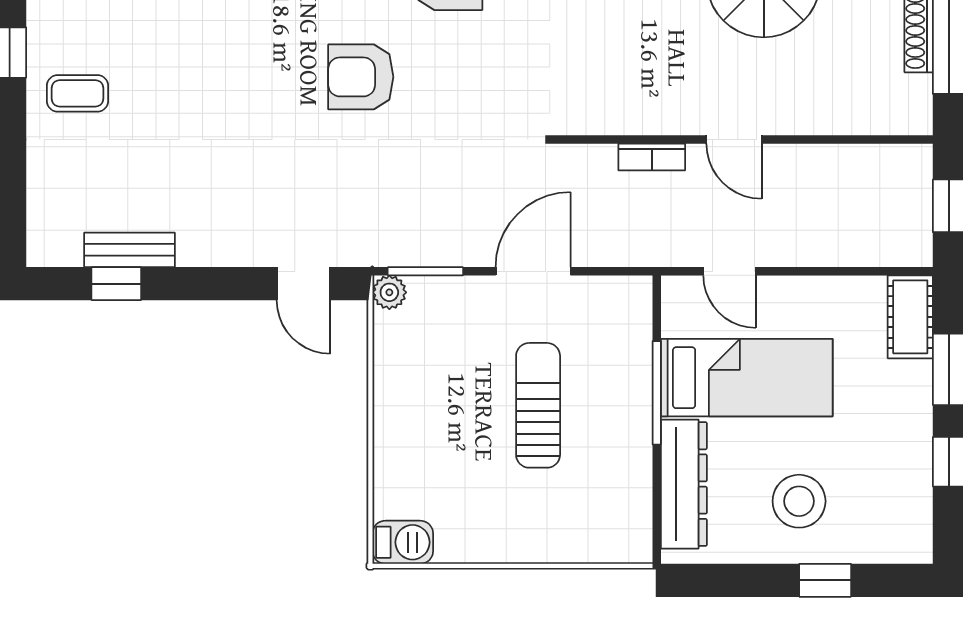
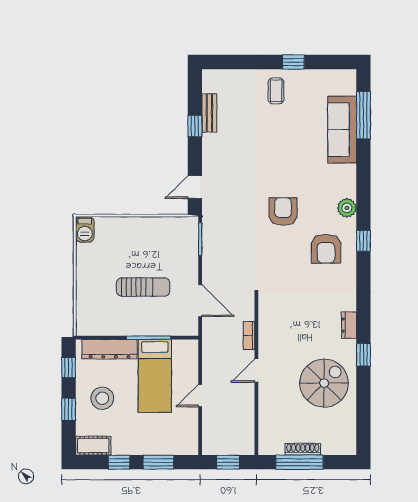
door: (533, 271) -> (200, 301), moved
door: (730, 271) -> (200, 396), moved
window: (116, 284) -> (195, 126), moved
plant: (389, 292) -> (191, 224), removed
cot: (910, 317) -> (93, 446), moved
window: (727, 580) -> (69, 368), added

